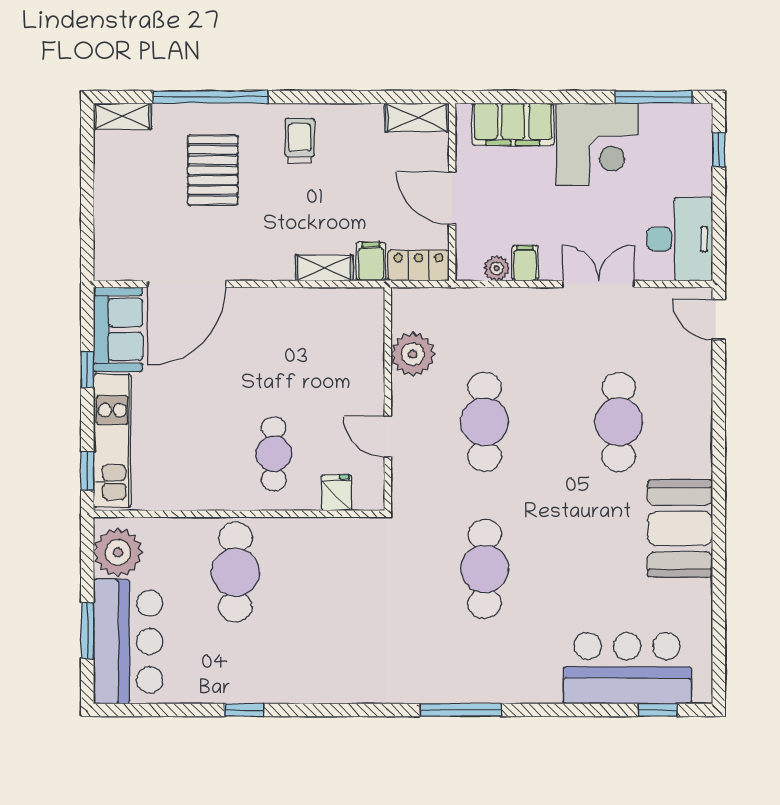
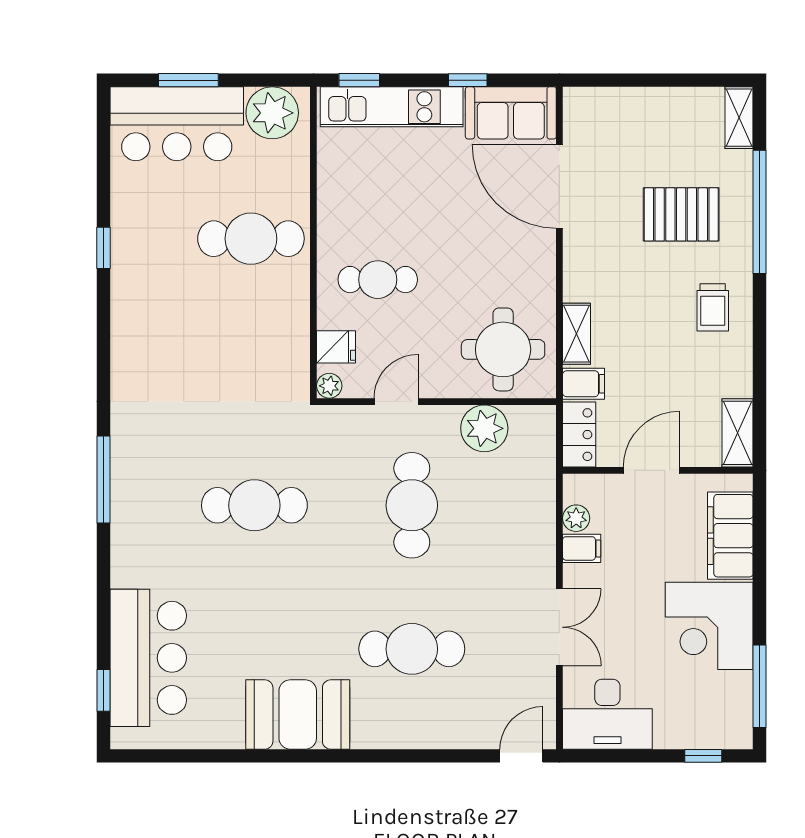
trolley: (300, 141) -> (713, 307), turned 90
round table: (339, 337) -> (503, 349), added
cafe table: (485, 422) -> (412, 505), turned 90
plant: (373, 499) -> (329, 386), added

